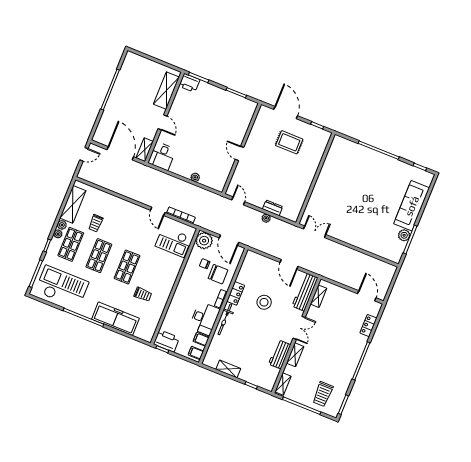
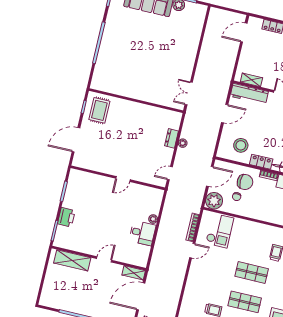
printer: (189, 83) -> (66, 217), moved
rug: (289, 142) -> (99, 110), moved
desk: (162, 156) -> (142, 233), moved
chair: (218, 274) -> (245, 182), turned 90
stool: (264, 302) -> (241, 145), moved

